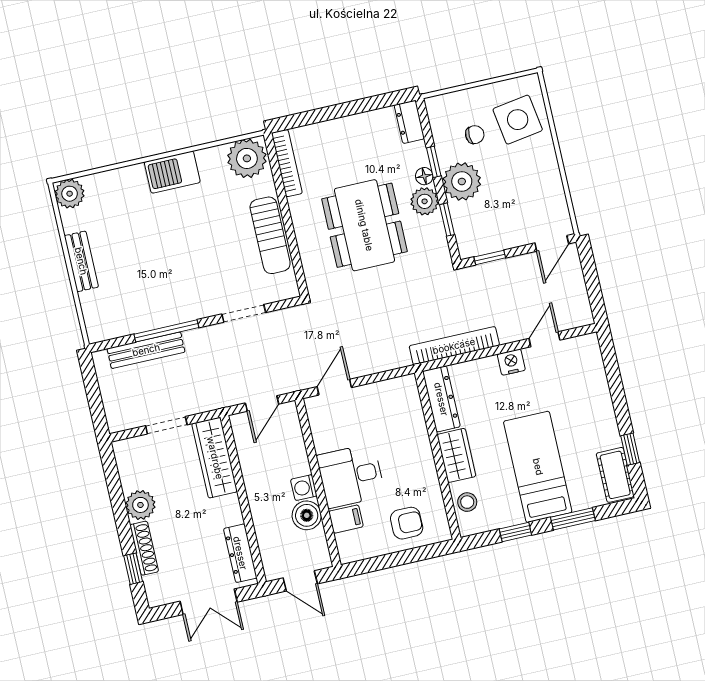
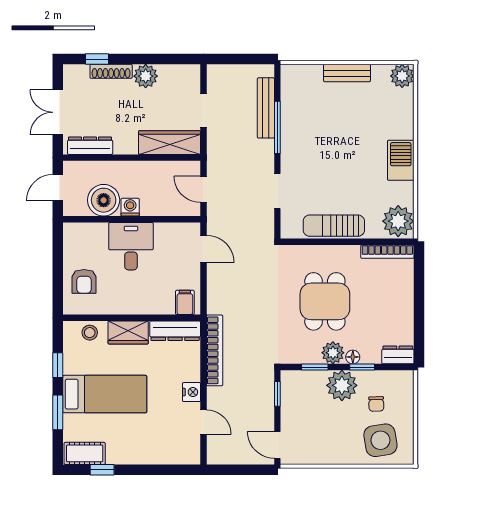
dining table: (364, 225) -> (325, 301), width x0.73
boiler: (307, 515) -> (104, 200), width x1.37, depth x1.37
filing cabinet: (346, 519) -> (185, 302), moved, turned 180

